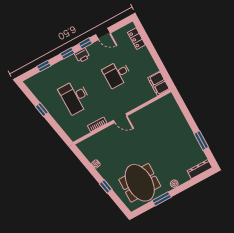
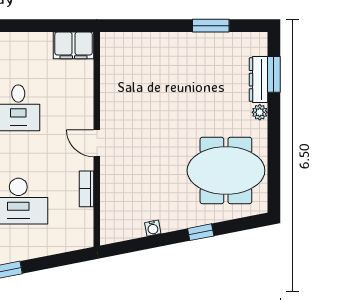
door: (120, 118) -> (97, 143), swing flipped
dresser: (200, 169) -> (259, 80), moved
window: (162, 199) -> (274, 74), moved

